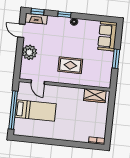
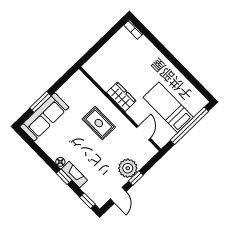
fireplace: (36, 19) -> (74, 175), moved
sofa: (107, 36) -> (44, 117), width x1.36
window: (19, 50) -> (136, 178), added
window: (116, 59) -> (40, 102), moved
wardrobe: (95, 96) -> (121, 97), moved

